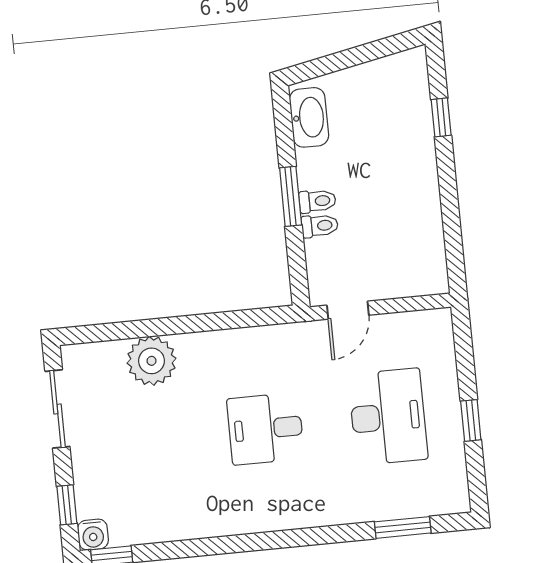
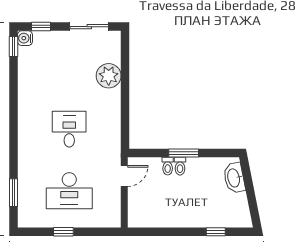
washbasin: (309, 117) -> (234, 178), moved, turned 79
door: (348, 310) -> (124, 176), swing flipped

